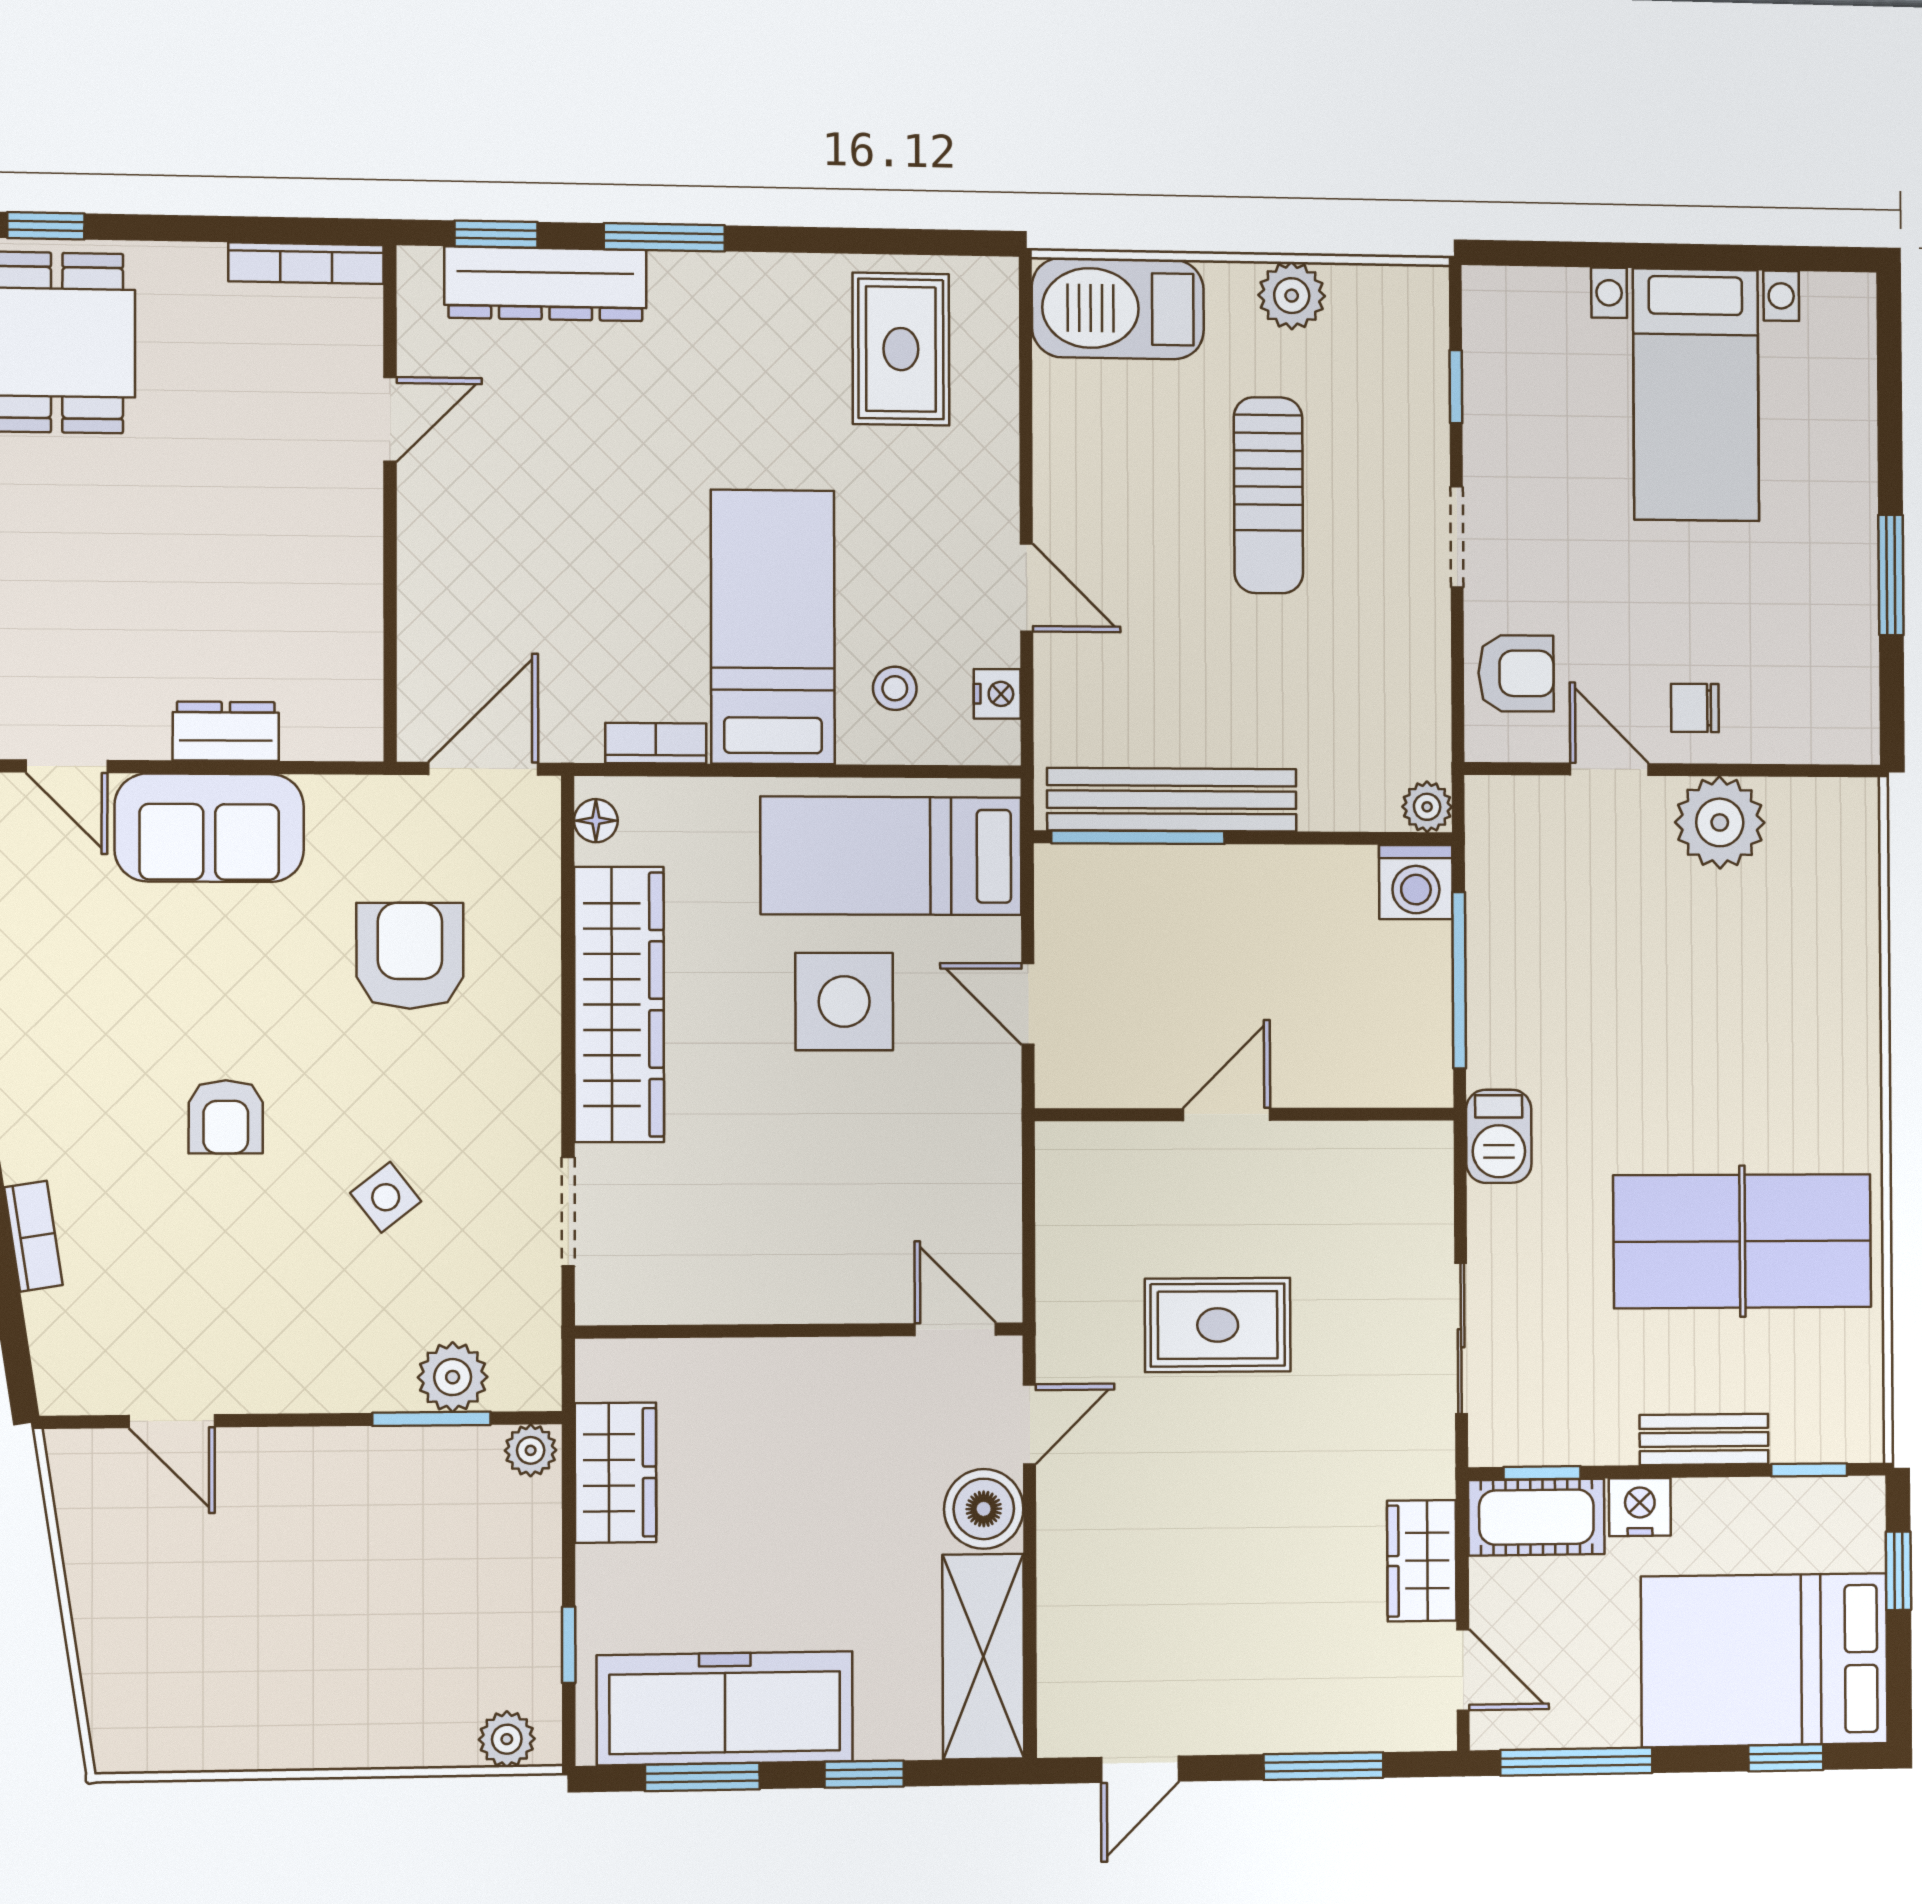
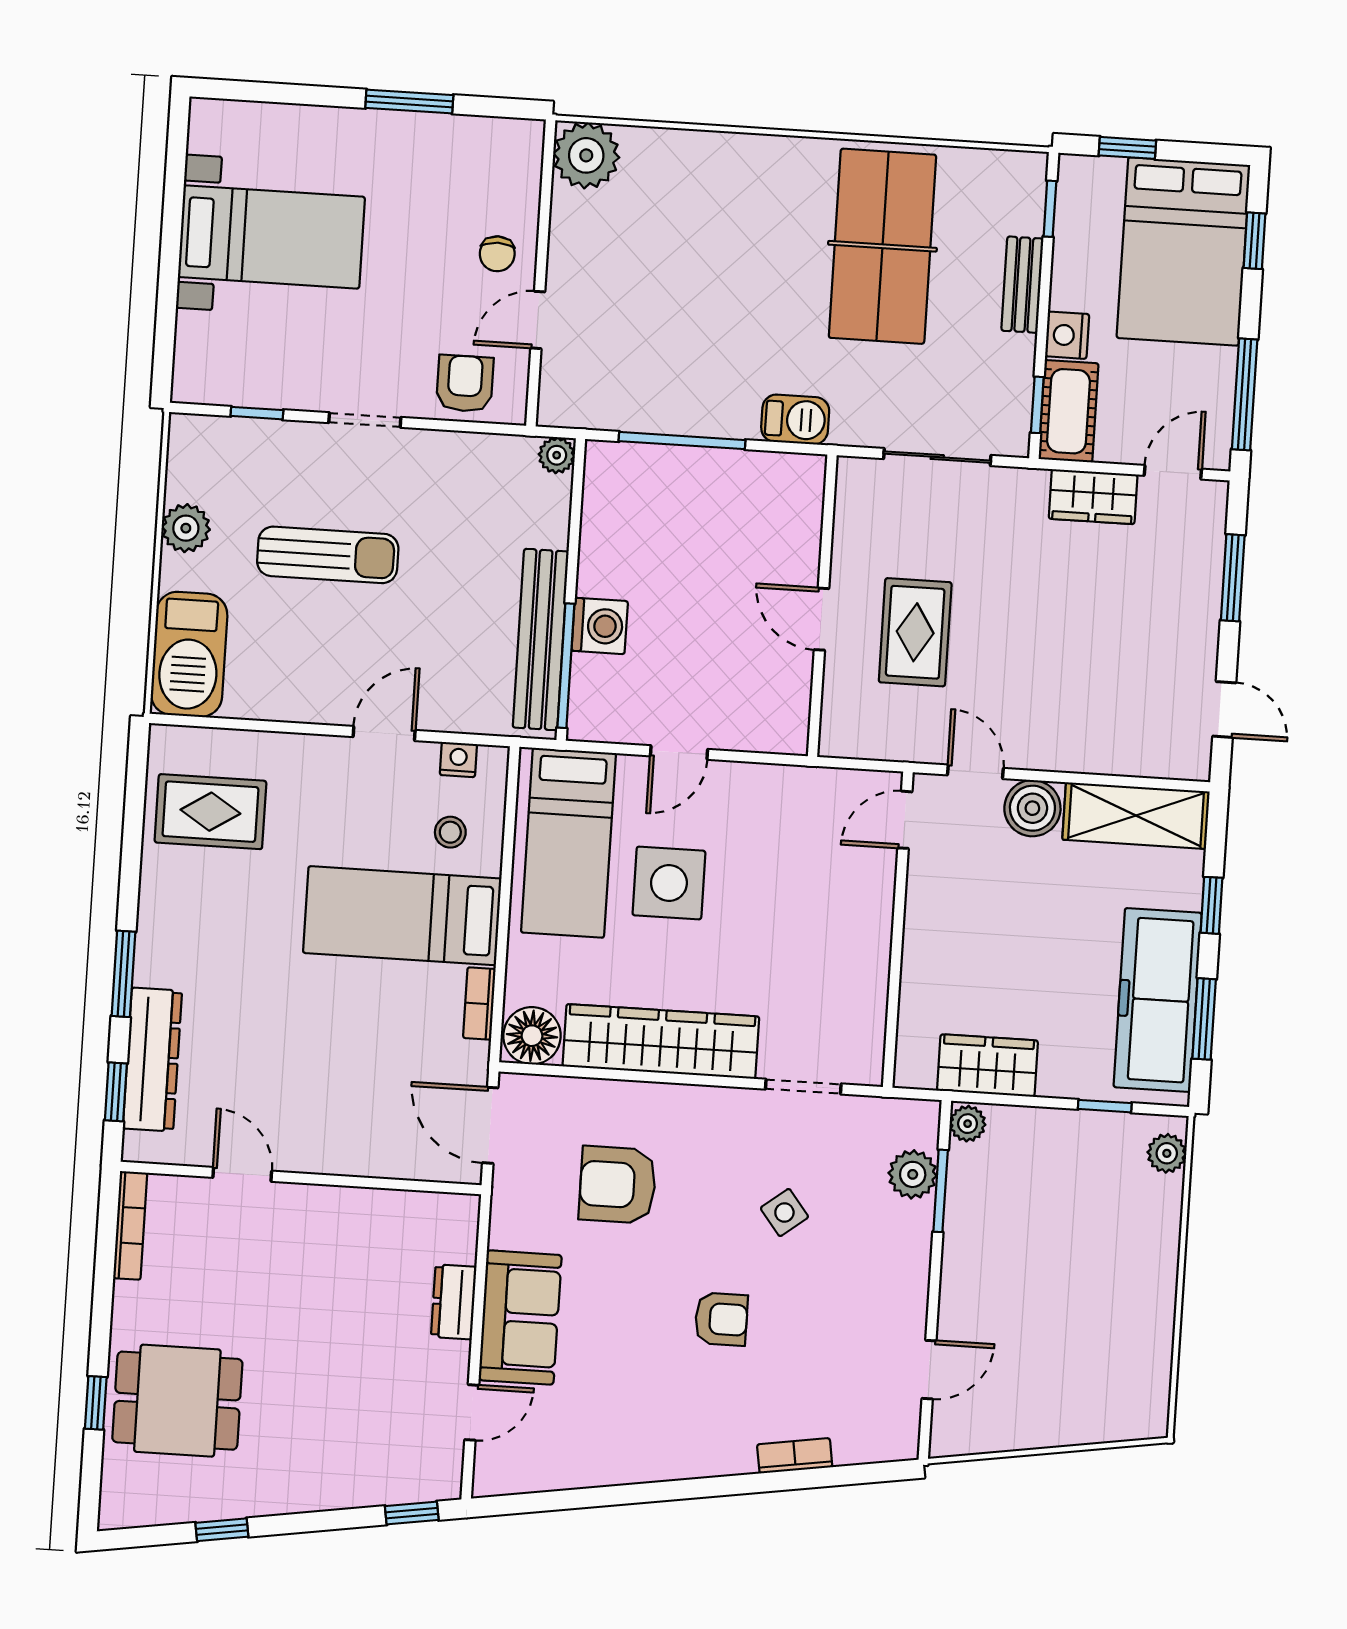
floor lamp: (596, 821) -> (532, 1036), width x1.89, depth x1.89
plant: (1720, 822) -> (586, 155), moved
washing machine: (1416, 882) -> (600, 626), moved
wall: (1245, 1114) -> (822, 606), moved
door: (1227, 1115) -> (821, 619), moved

